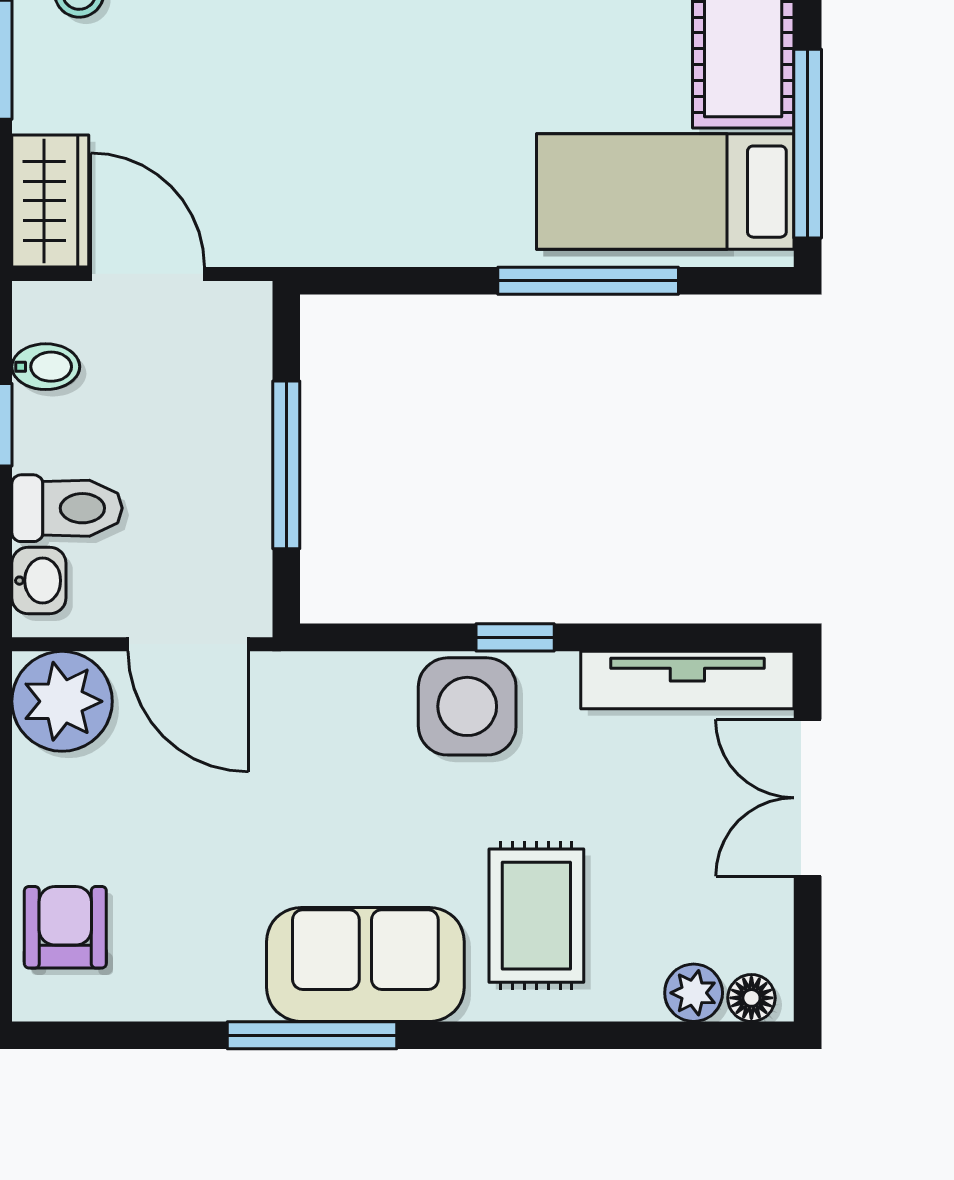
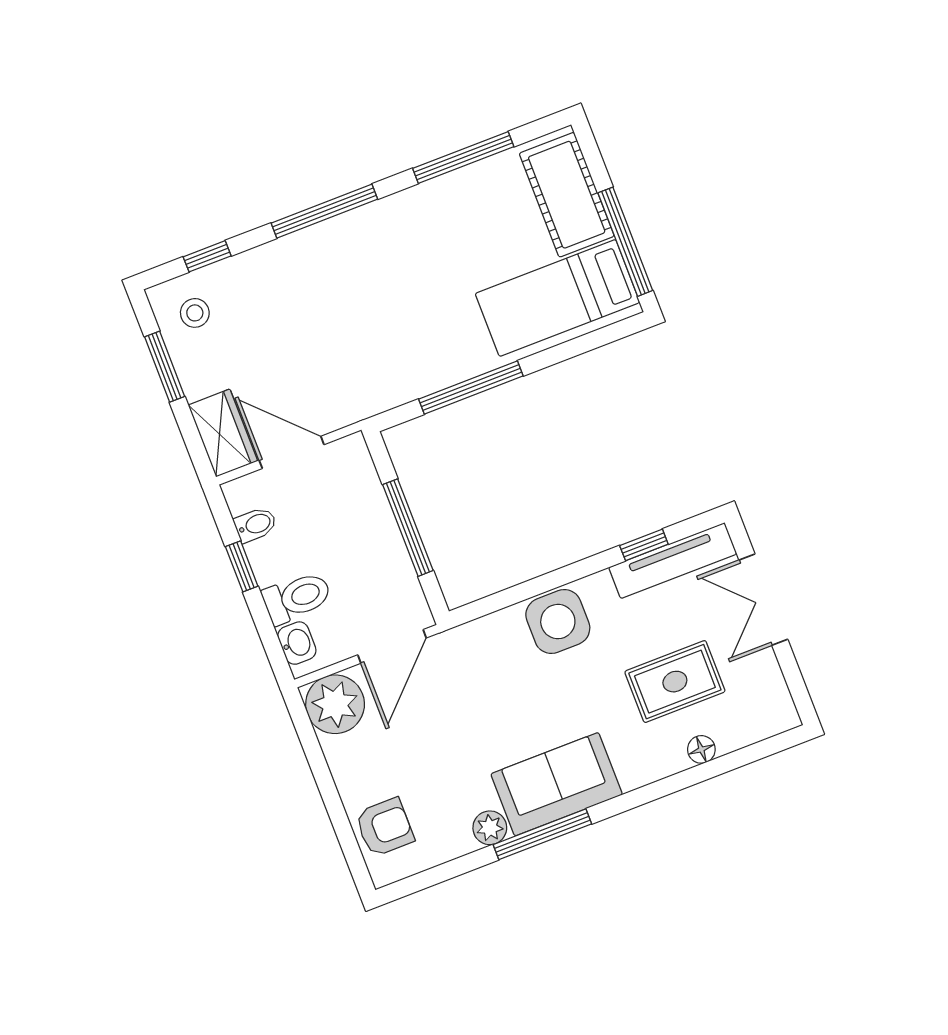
window: (588, 281) -> (471, 387), moved
window: (515, 637) -> (644, 545), moved
door: (188, 644) -> (392, 646), hinge flipped
rug: (536, 916) -> (675, 682), moved, turned 90
armchair: (65, 927) -> (385, 827), turned 90
plant: (694, 993) -> (490, 828), moved
floor lamp: (751, 998) -> (701, 749), moved

